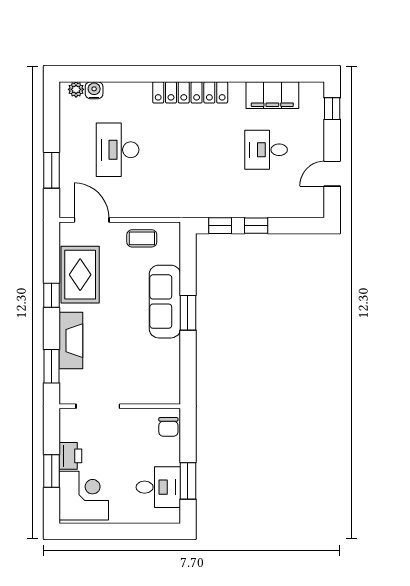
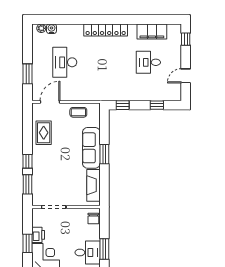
door: (92, 220) -> (50, 102), hinge flipped
window: (256, 226) -> (157, 105), moved
rug: (80, 275) -> (44, 133), width x0.73, depth x0.70
window: (52, 295) -> (27, 161), moved
fireplace: (71, 341) -> (93, 185), moved, turned 180

